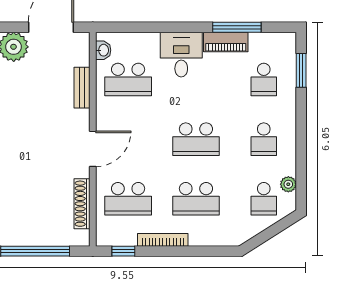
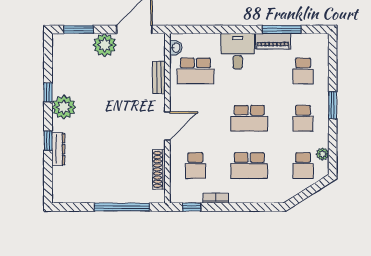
window: (301, 70) -> (333, 105), moved
school desk: (128, 199) -> (195, 166), width x0.54
bookcase: (163, 240) -> (216, 198), width x0.64

